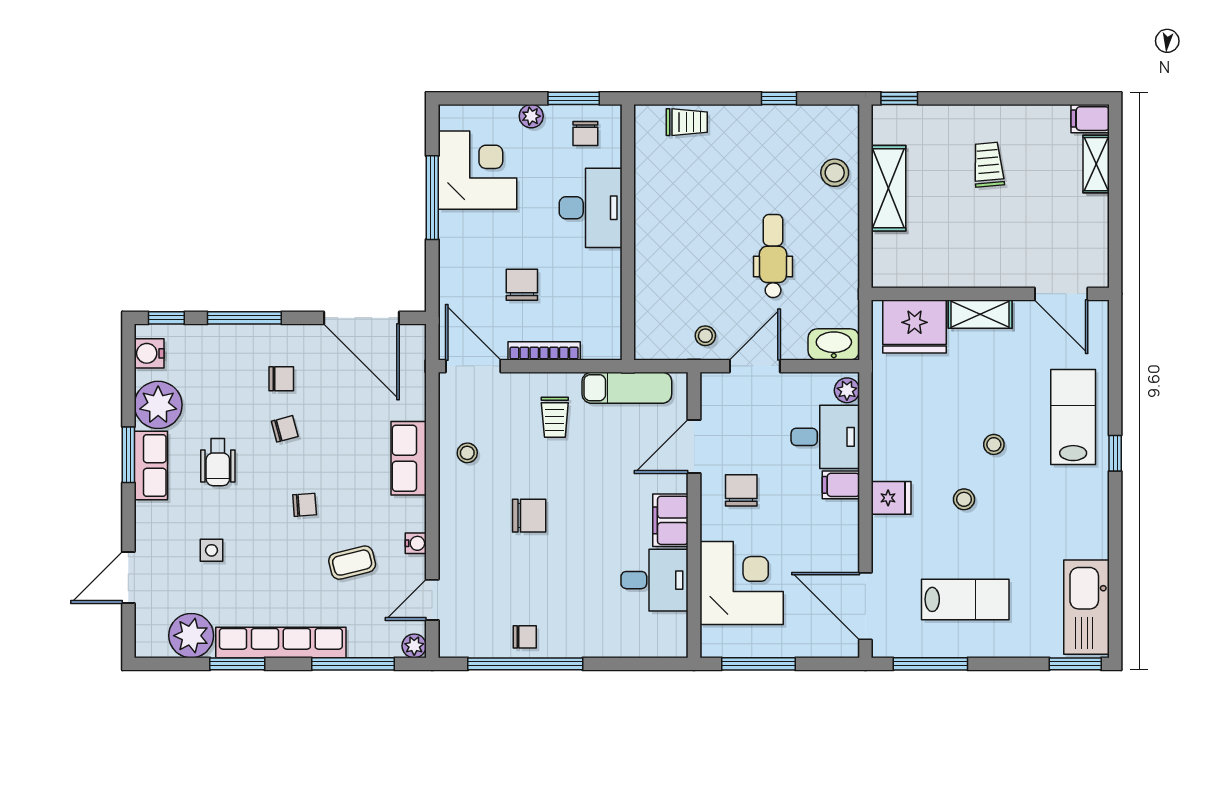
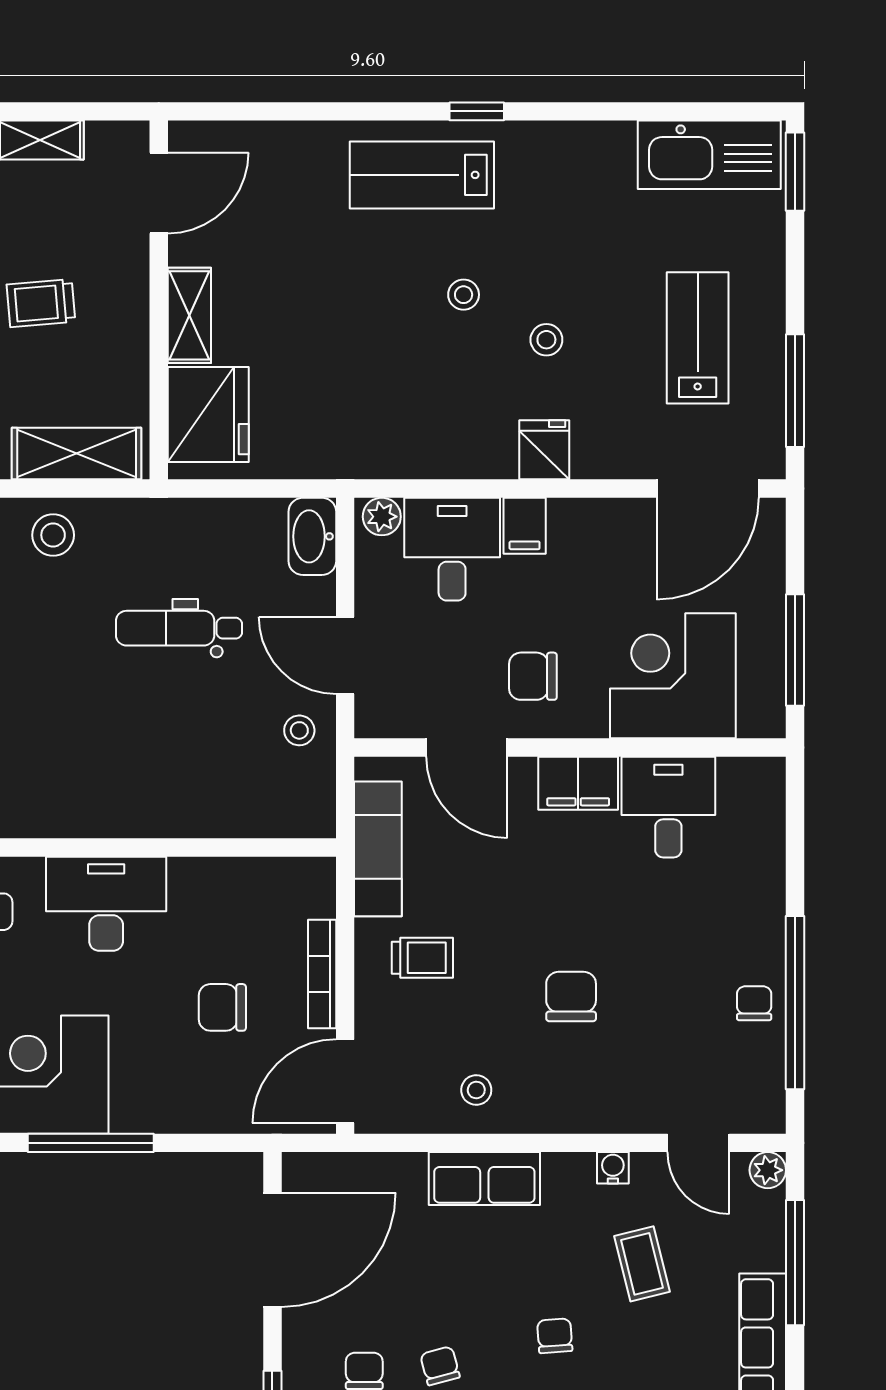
wall: (990, 294) -> (159, 300), moved
door: (1061, 294) -> (159, 193), moved
shelving: (980, 314) -> (189, 315), moved
fridge: (915, 327) -> (208, 414), moved

